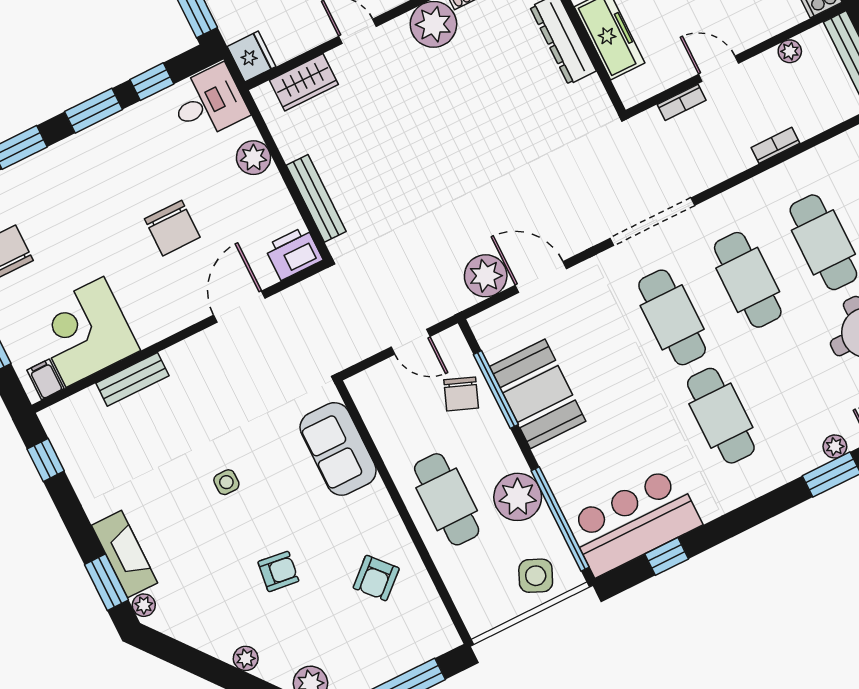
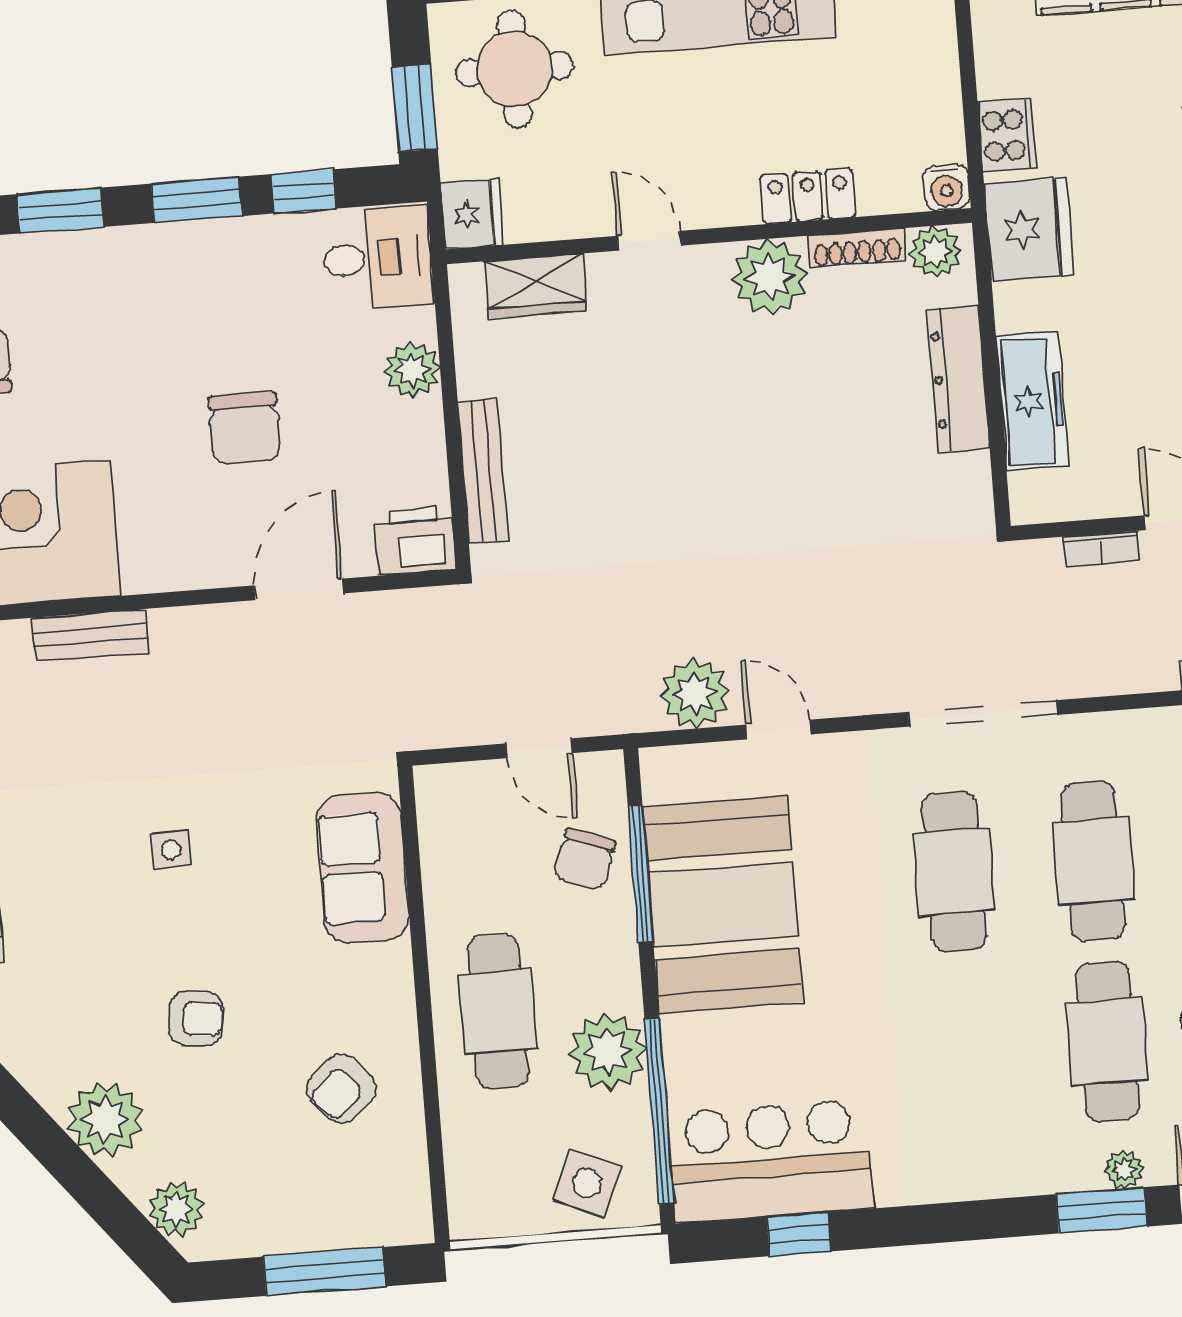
door: (541, 277) -> (778, 729), width x0.73
booth: (538, 394) -> (723, 905), width x1.36, depth x1.42
cafe table: (721, 416) -> (1107, 1041), moved
plant: (246, 658) -> (105, 1119), width x1.88, depth x1.88

